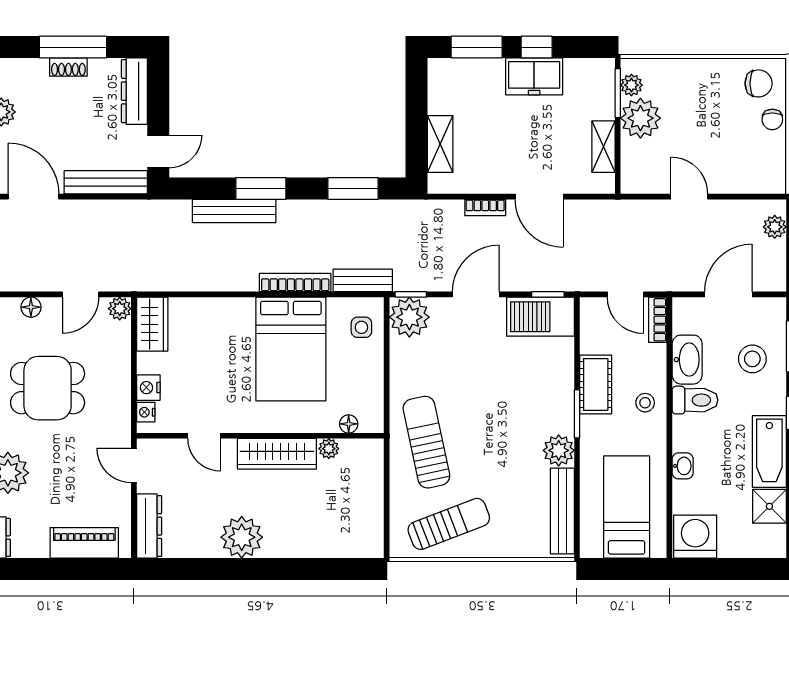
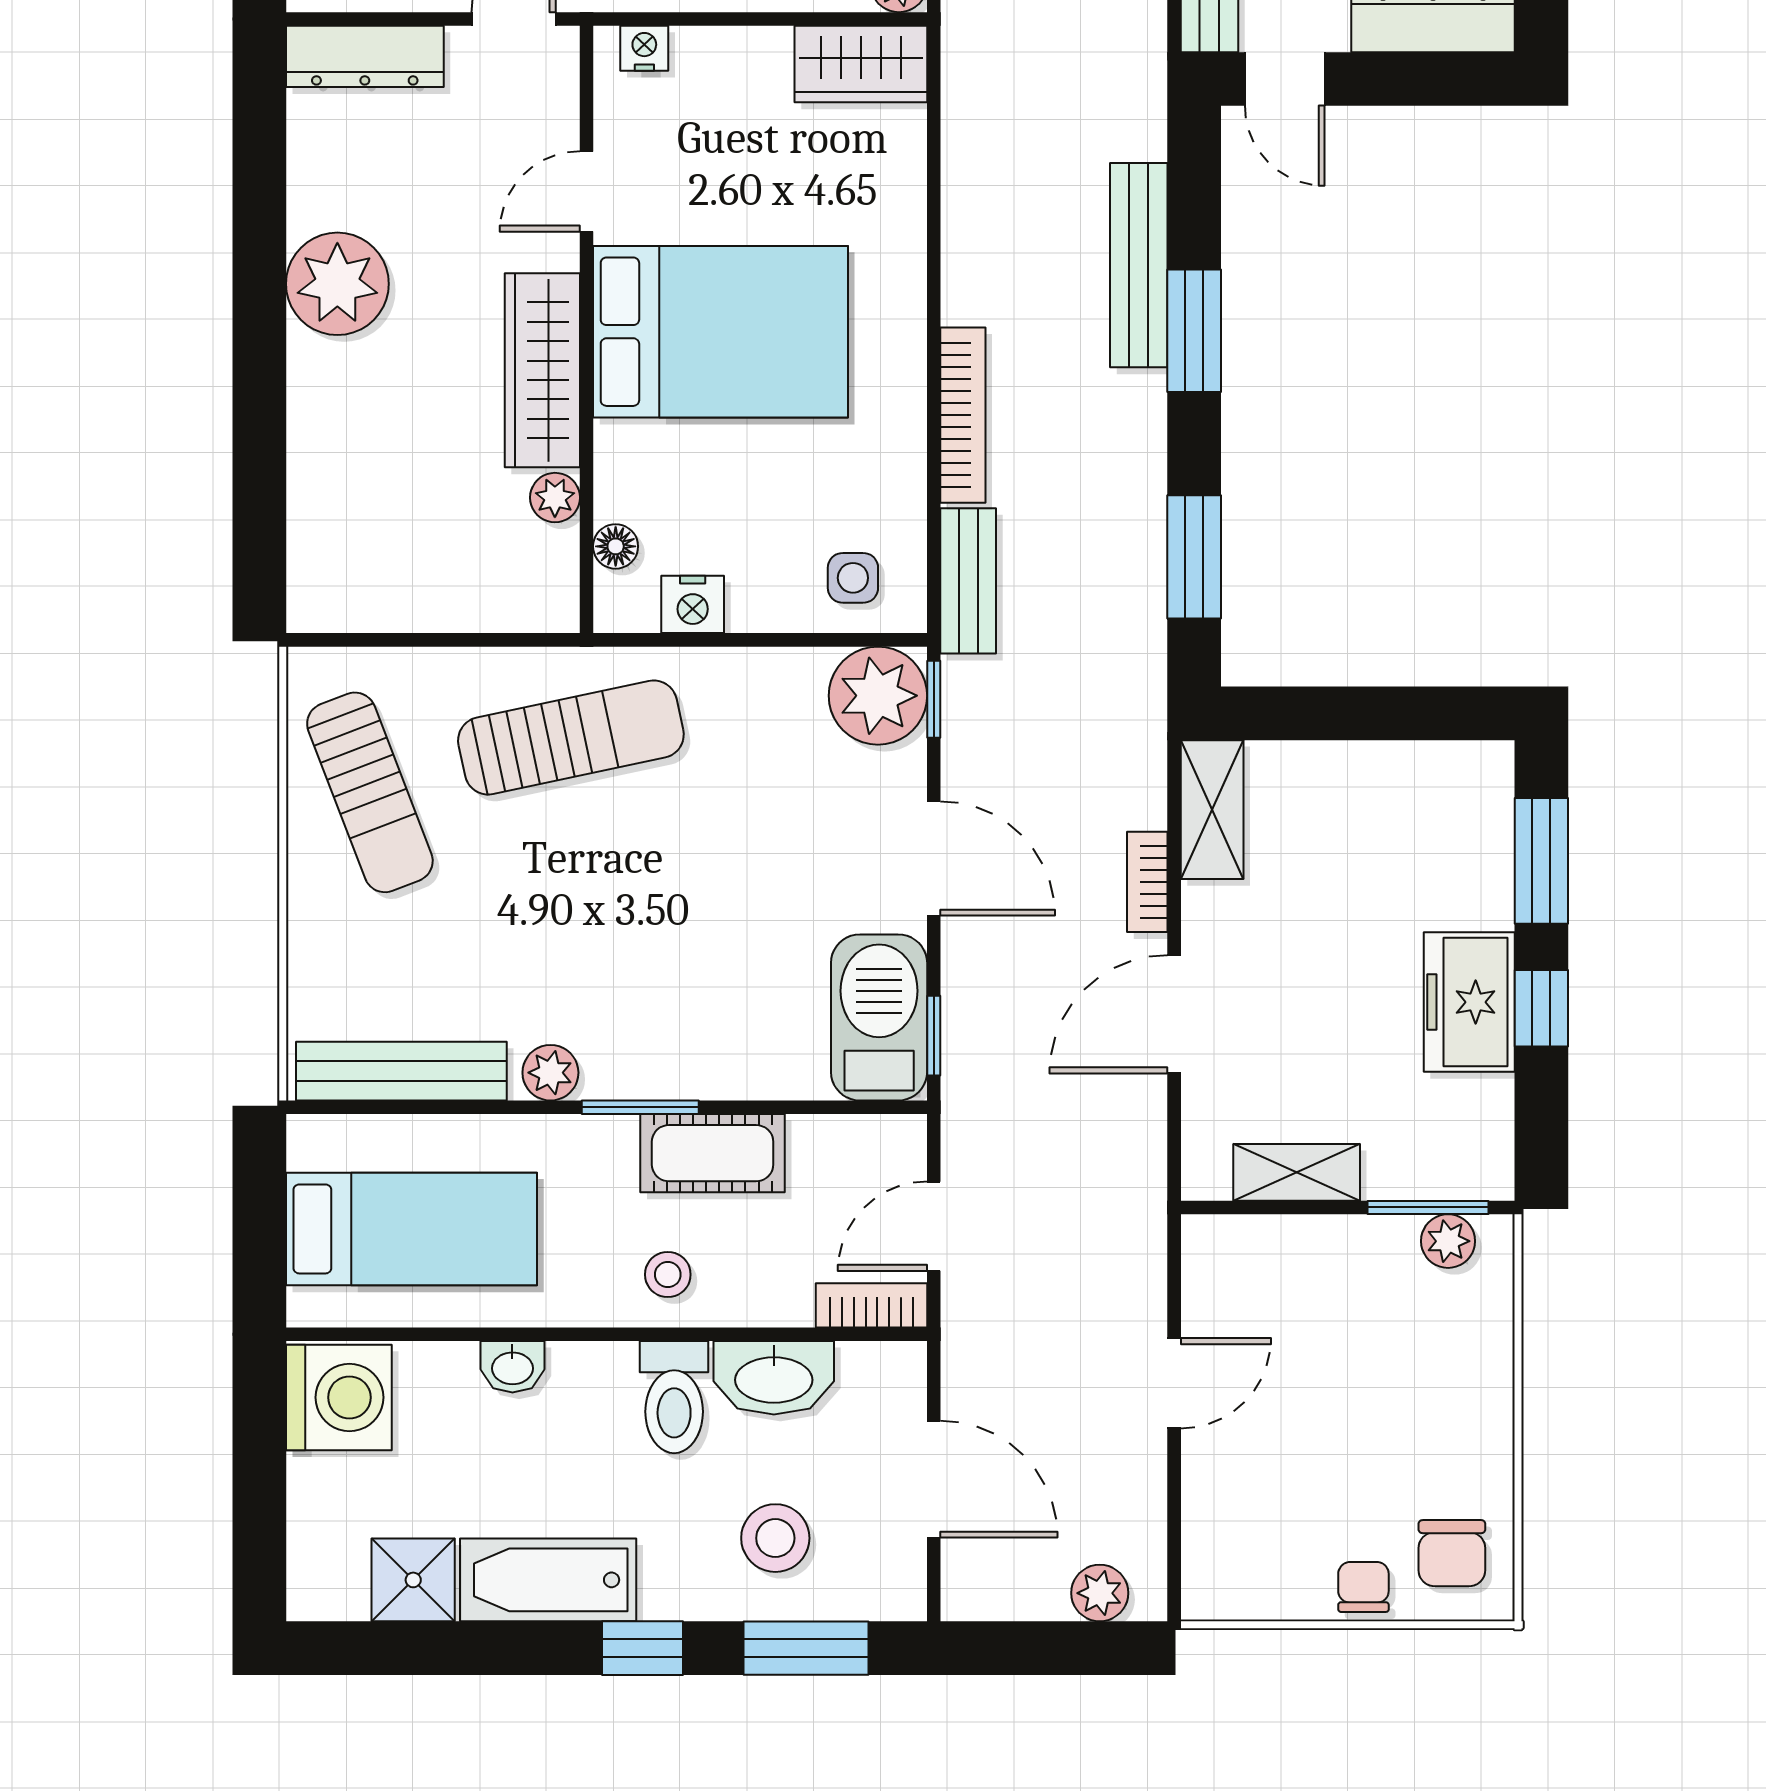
plant: (640, 118) -> (1367, 1263), removed
chair: (772, 119) -> (1363, 1587), turned 90
shelving: (440, 144) -> (1212, 810), moved, turned 90
bed: (291, 349) -> (720, 332), moved, turned 180
nightstand: (148, 388) -> (693, 604), moved, turned 180
plant: (559, 450) -> (550, 1073), width x0.73, depth x0.73

